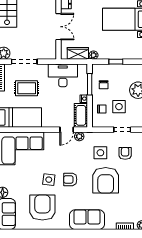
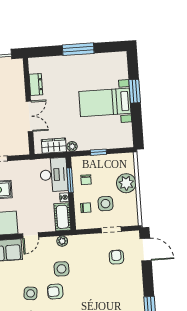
desk: (63, 75) -> (54, 175), moved, turned 90
door: (67, 130) -> (31, 235), moved
side table: (100, 153) -> (62, 269), moved
armchair: (106, 180) -> (96, 290), removed

